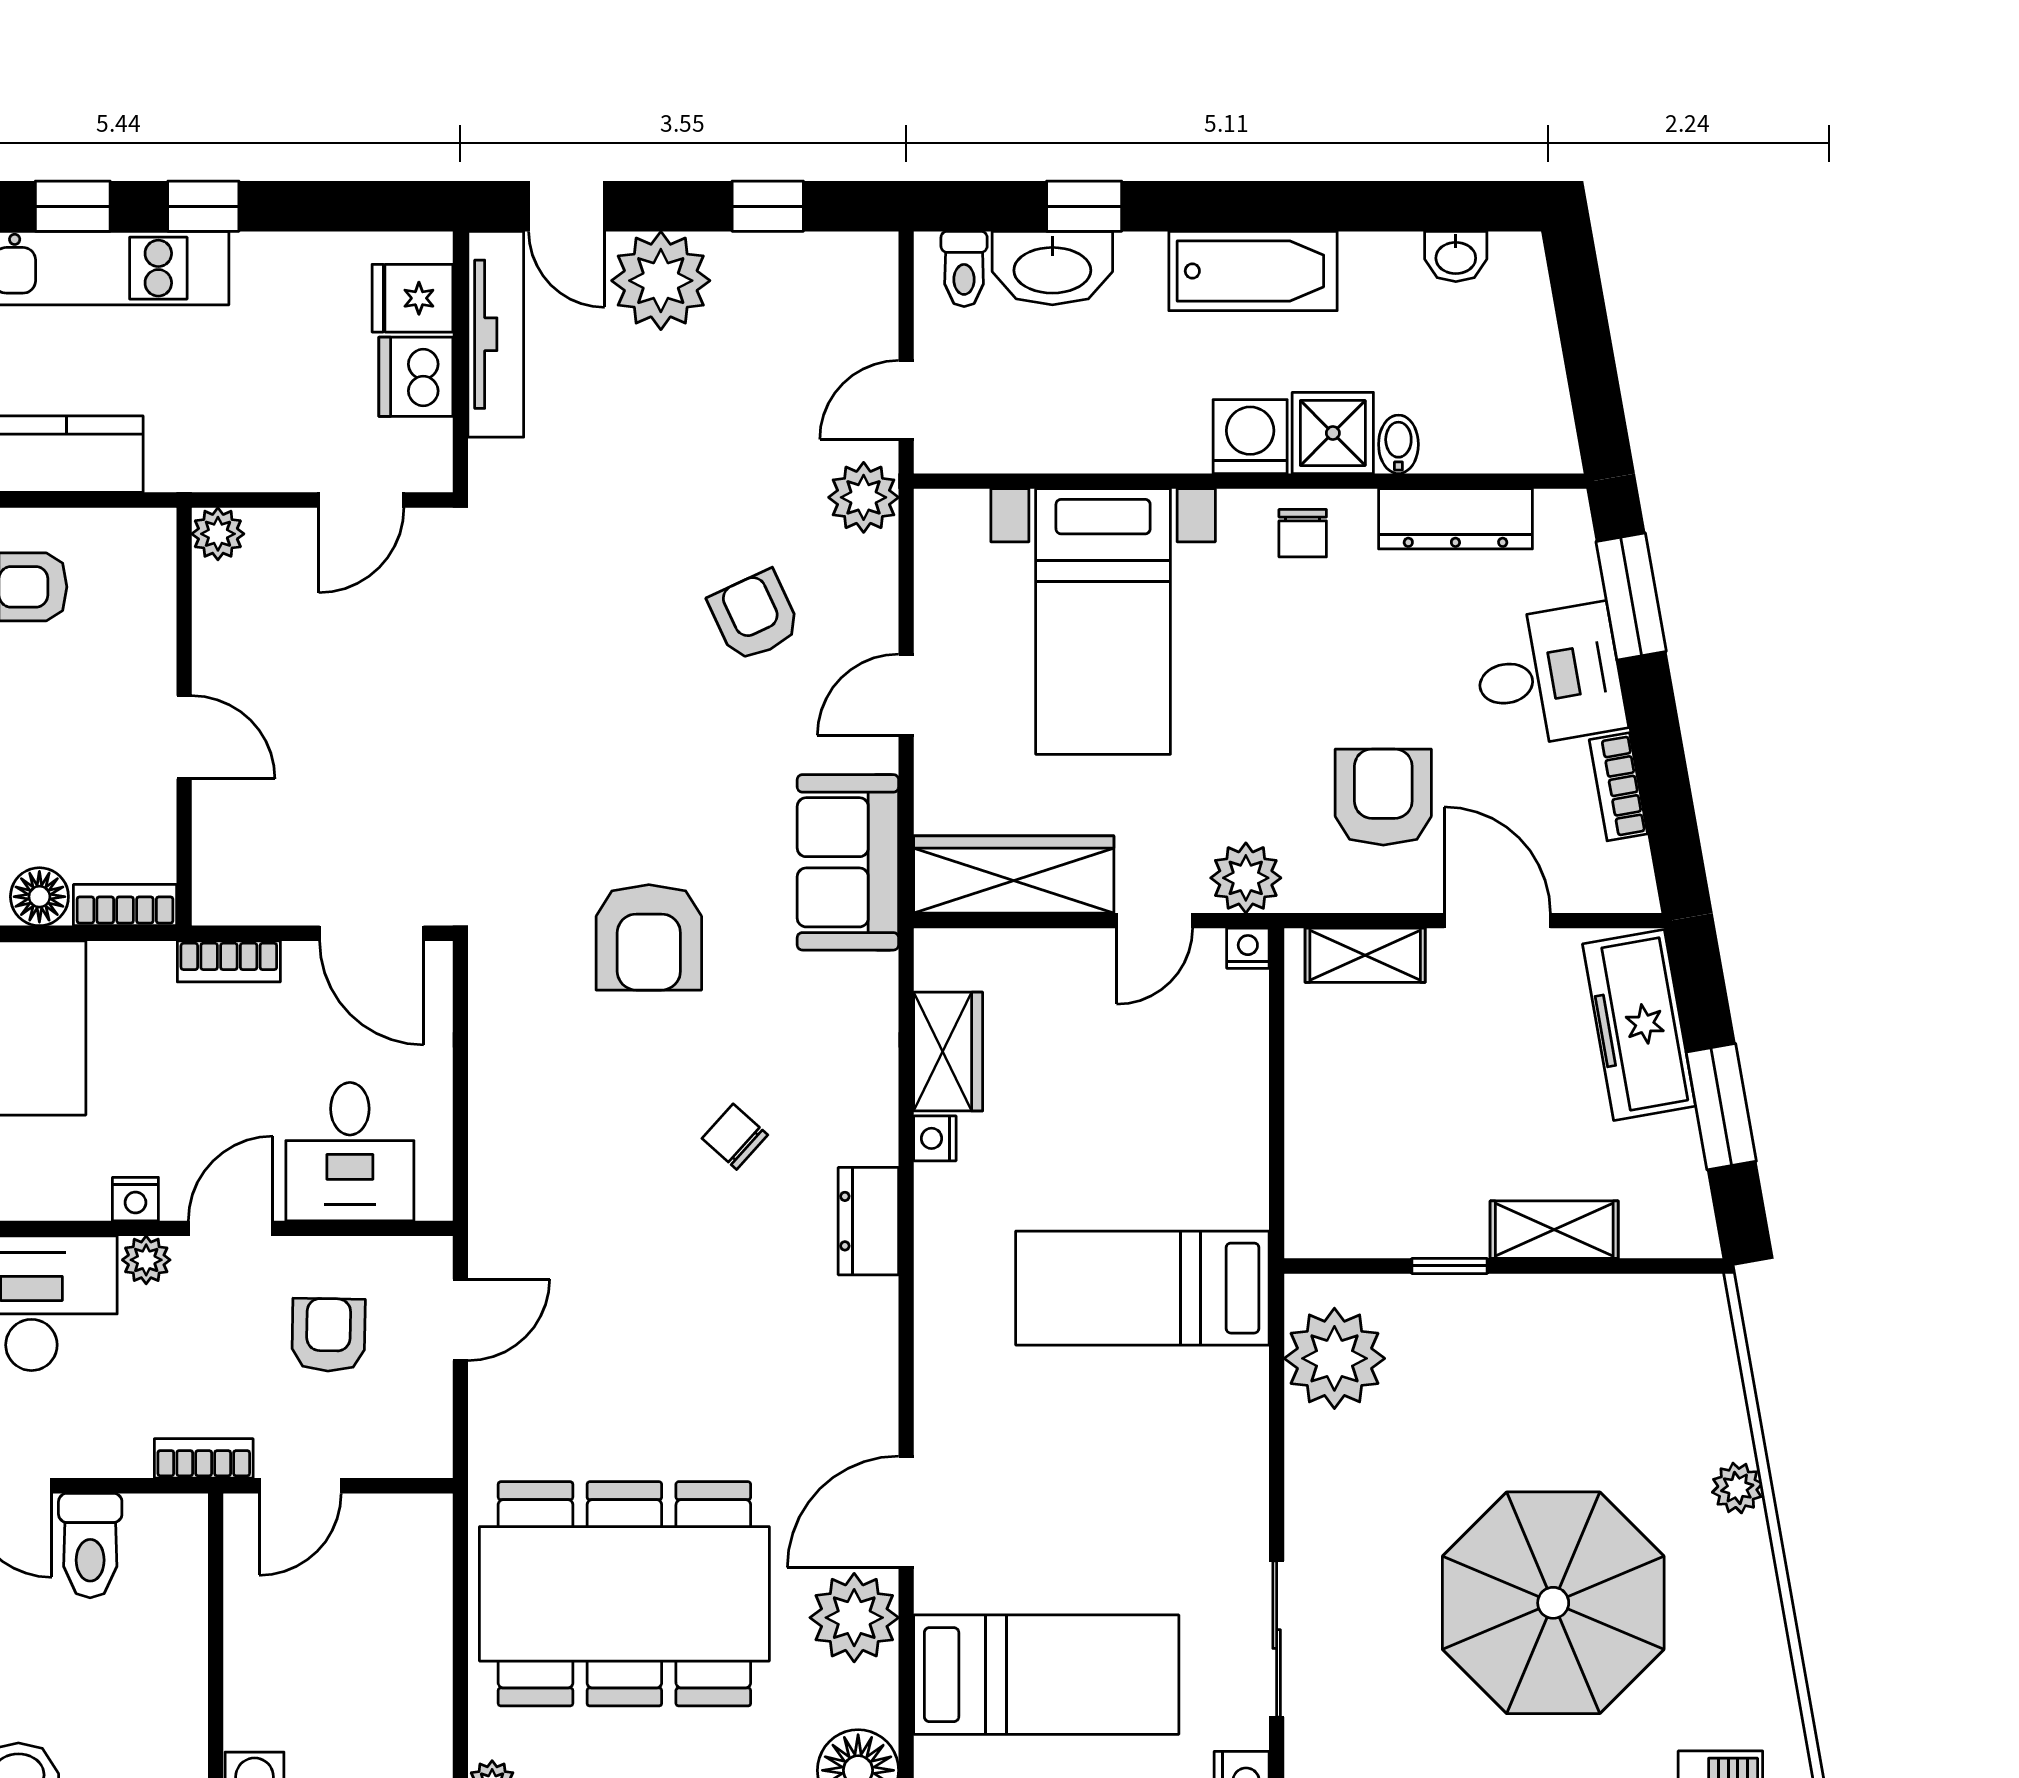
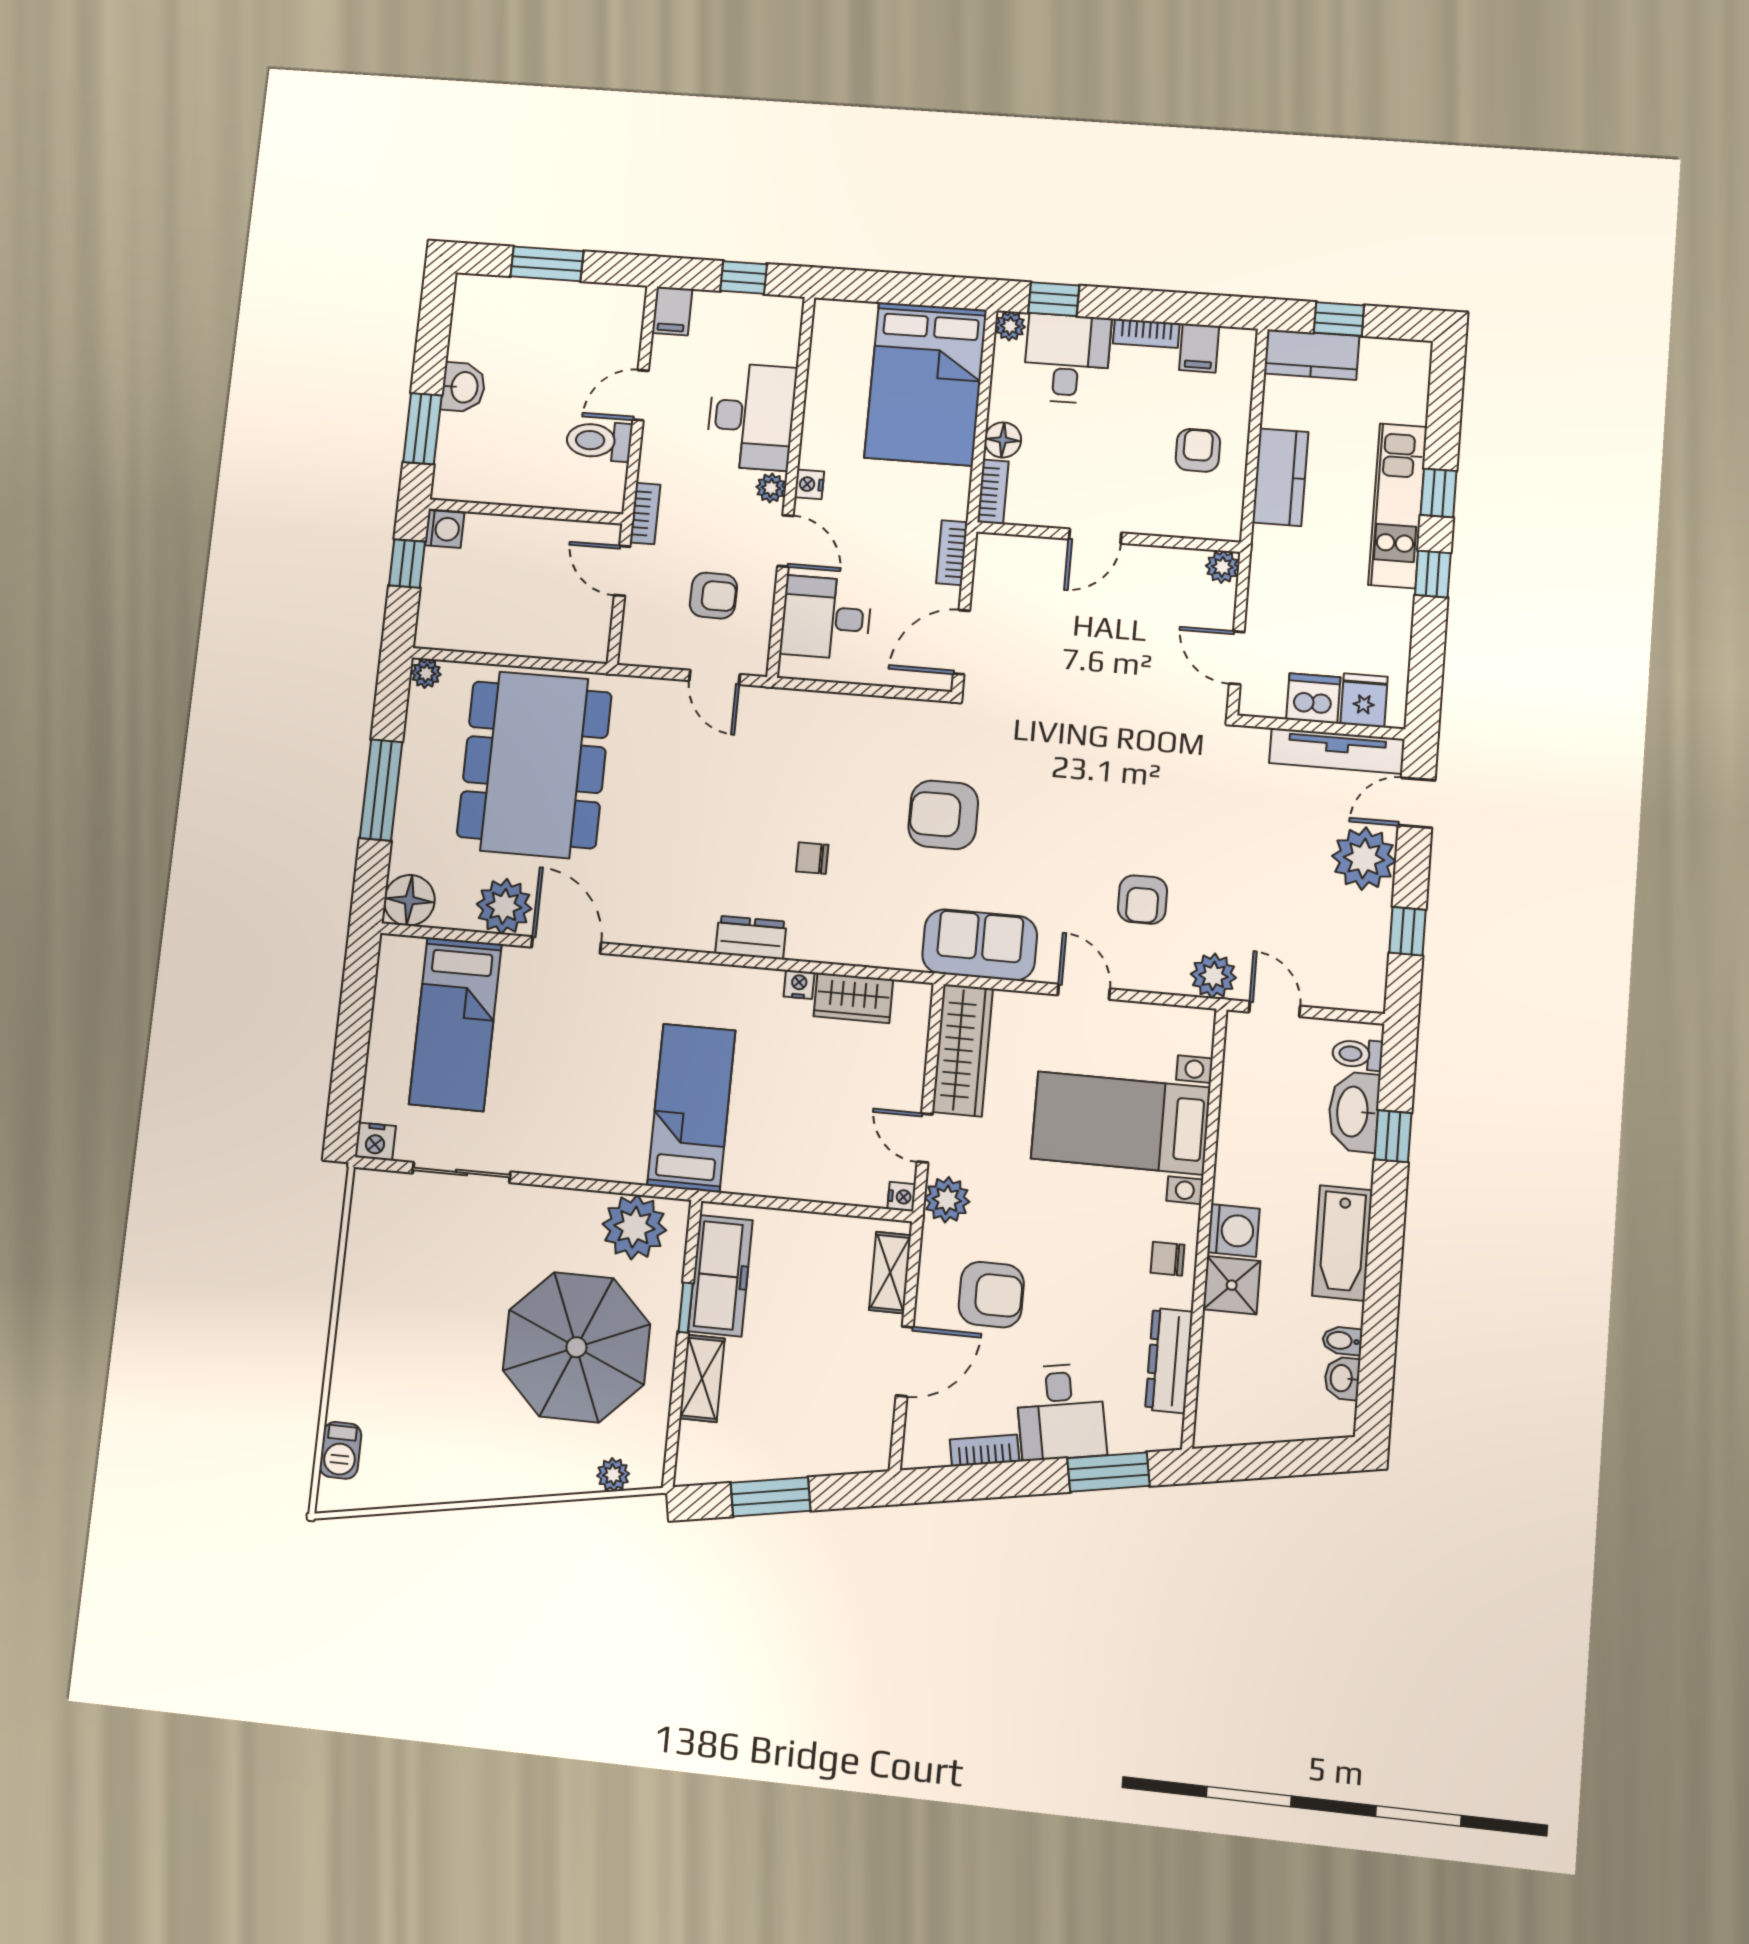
bidet: (1398, 444) -> (1342, 1341), moved, turned 180
armchair: (755, 616) -> (1143, 900), turned 115
freezer: (1639, 1025) -> (720, 1276), moved, turned 100
chair: (735, 1137) -> (812, 858), turned -132
plant: (1737, 1488) -> (613, 1475), moved
parasol: (1553, 1603) -> (576, 1347), moved

